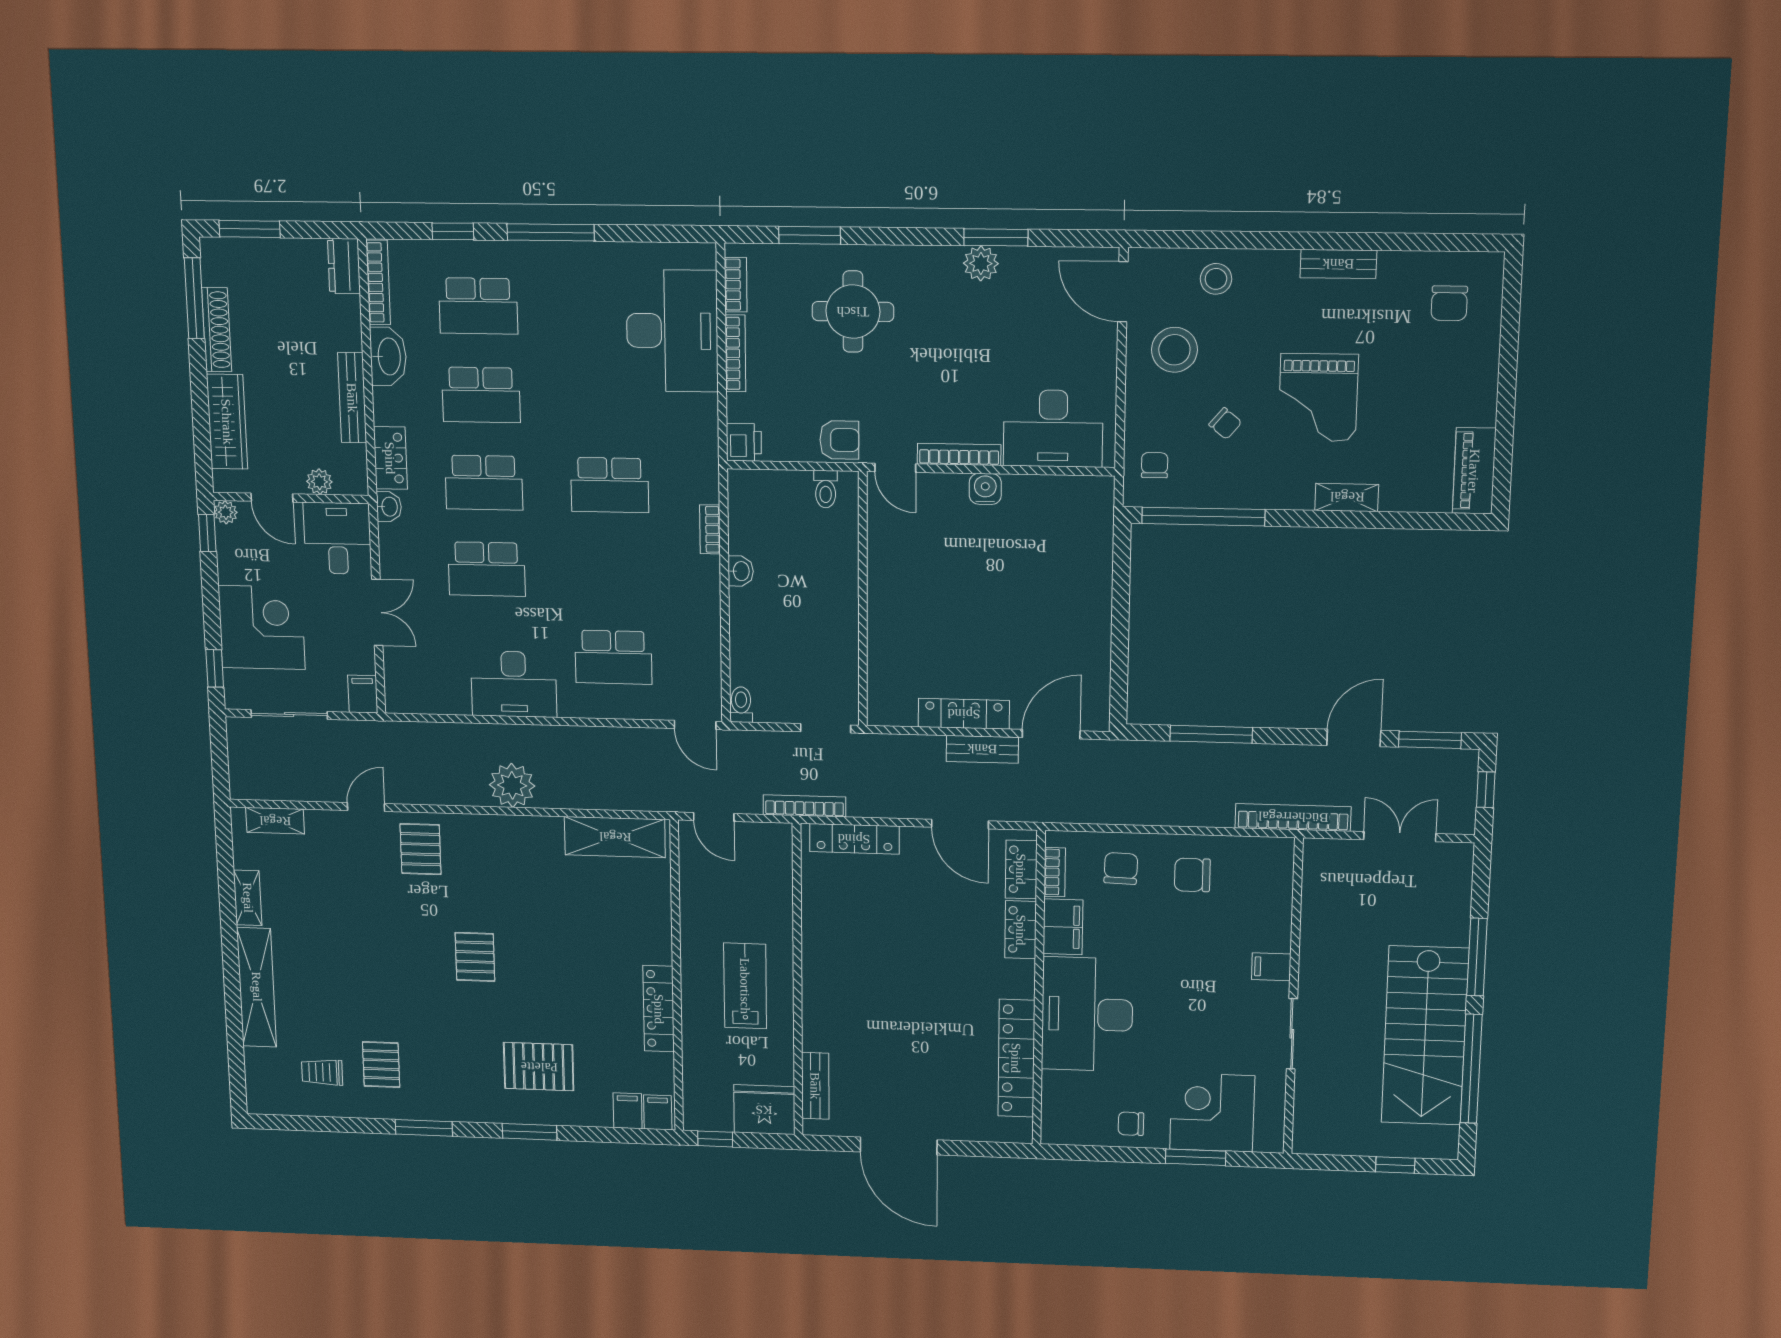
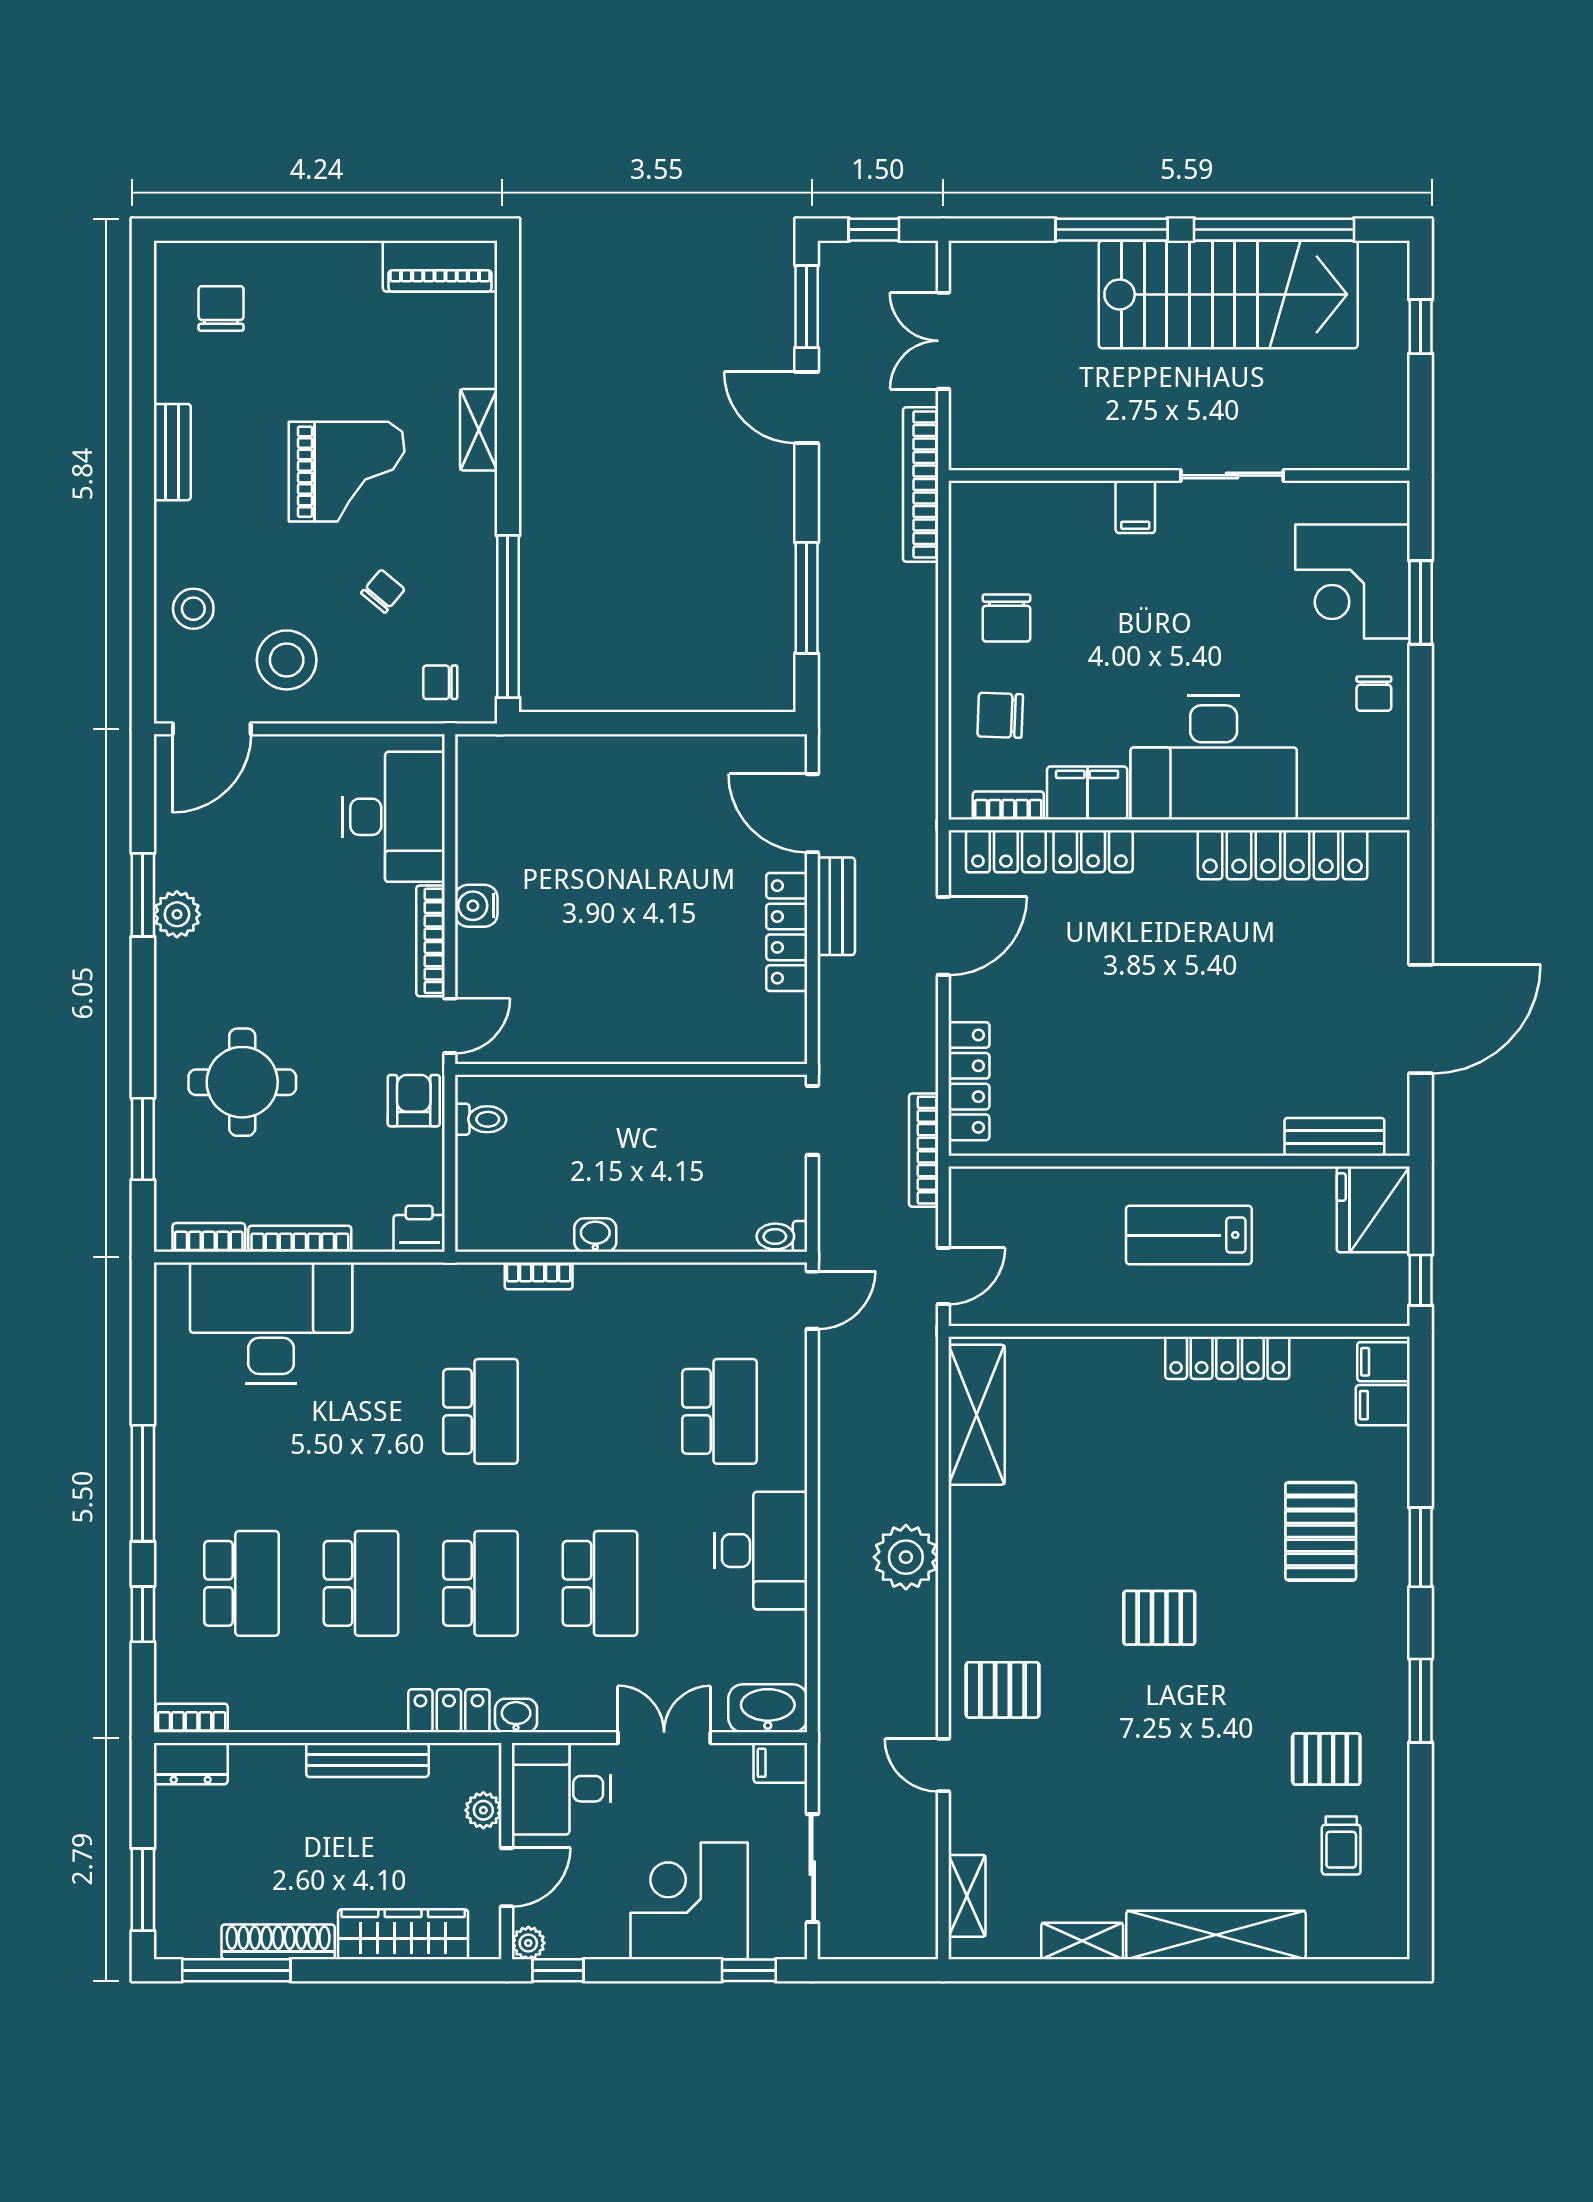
bookcase: (378, 282) -> (192, 1718), width x0.64
chair: (1449, 303) -> (221, 308), turned -90
washbasin: (388, 356) -> (768, 1708), moved

